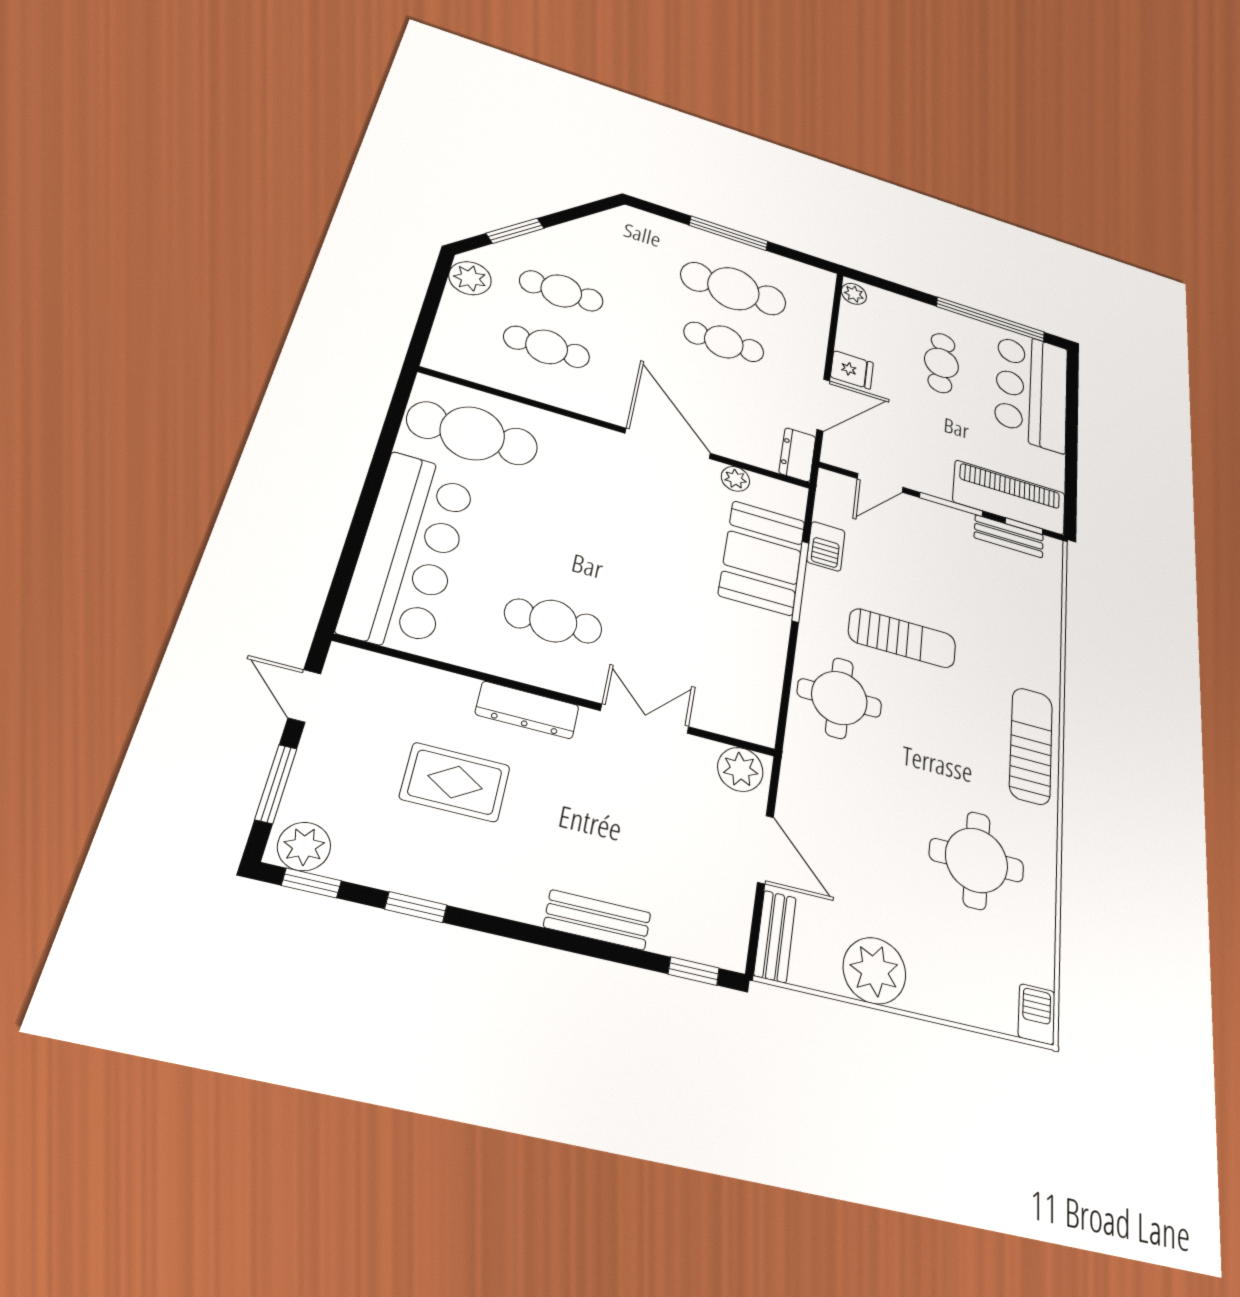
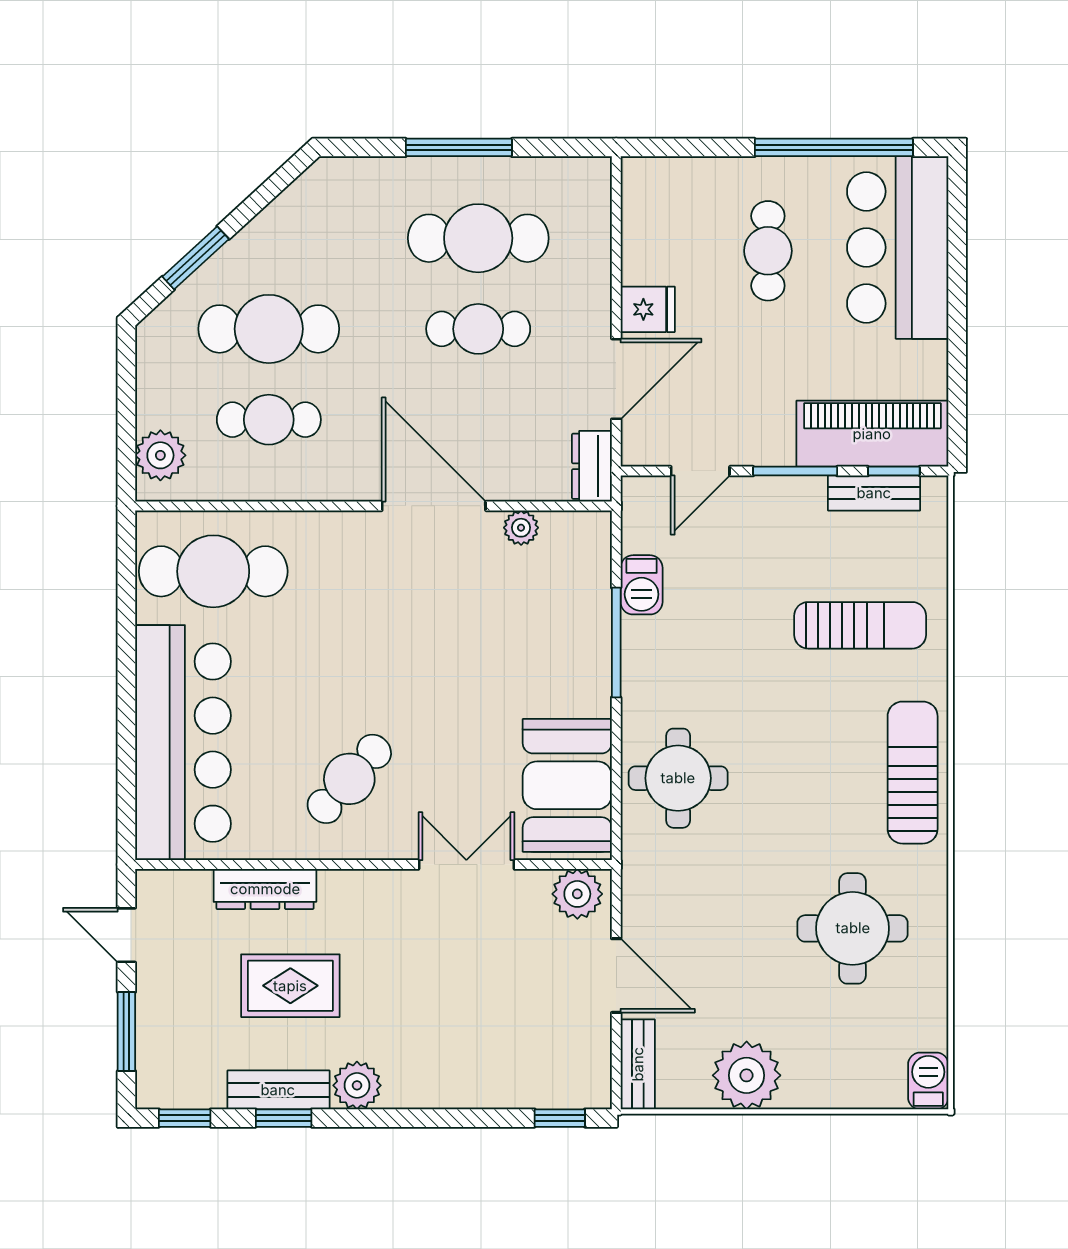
plant: (470, 278) -> (160, 455), moved
cafe table: (561, 291) -> (269, 329), width x1.37, depth x1.35
plant: (854, 294) -> (638, 181), removed
booth: (762, 558) -> (567, 785), moved
cafe table: (553, 621) -> (349, 779), turned -45
sun lounger: (902, 638) -> (860, 625), moved
dresser: (527, 710) -> (265, 889), moved
plant: (304, 846) -> (357, 1085), moved
bench: (597, 920) -> (278, 1090), moved

